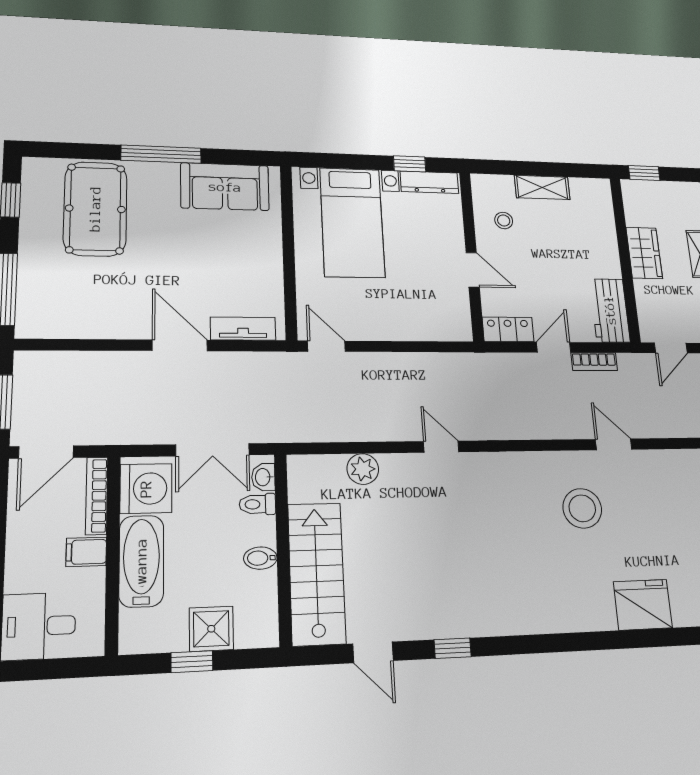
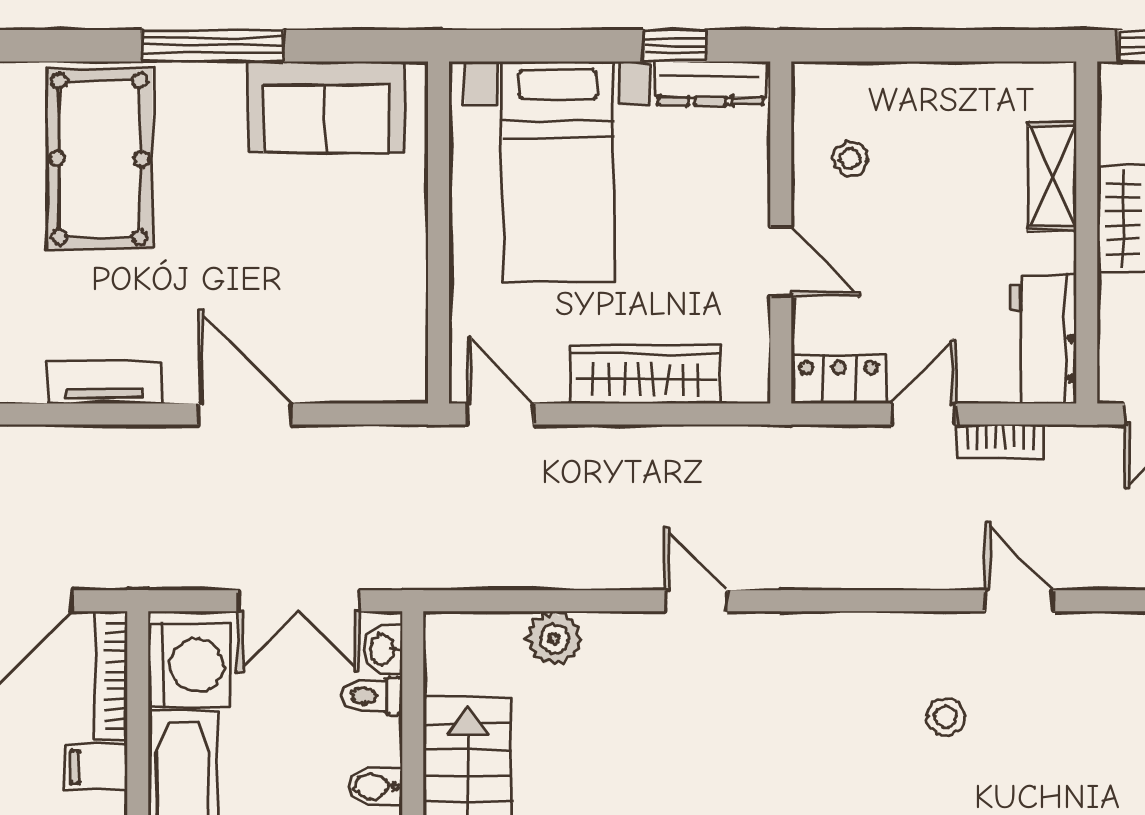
shelving: (542, 187) -> (1052, 177), moved, turned 90
wardrobe: (405, 326) -> (646, 375), added
tv unit: (243, 329) -> (105, 382), moved
stool: (582, 508) -> (946, 717), width x0.53, depth x0.53

